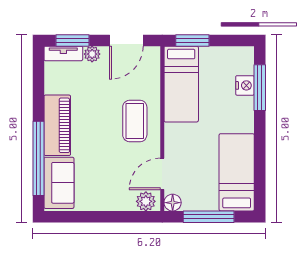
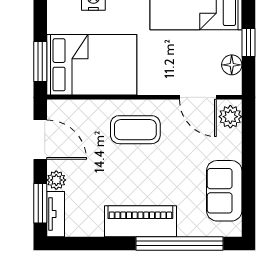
bed: (181, 84) -> (92, 65), width x1.50
sofa: (59, 183) -> (224, 191), moved, turned -90
floor lamp: (173, 203) -> (232, 65), moved
window: (209, 217) -> (248, 42), width x0.46

